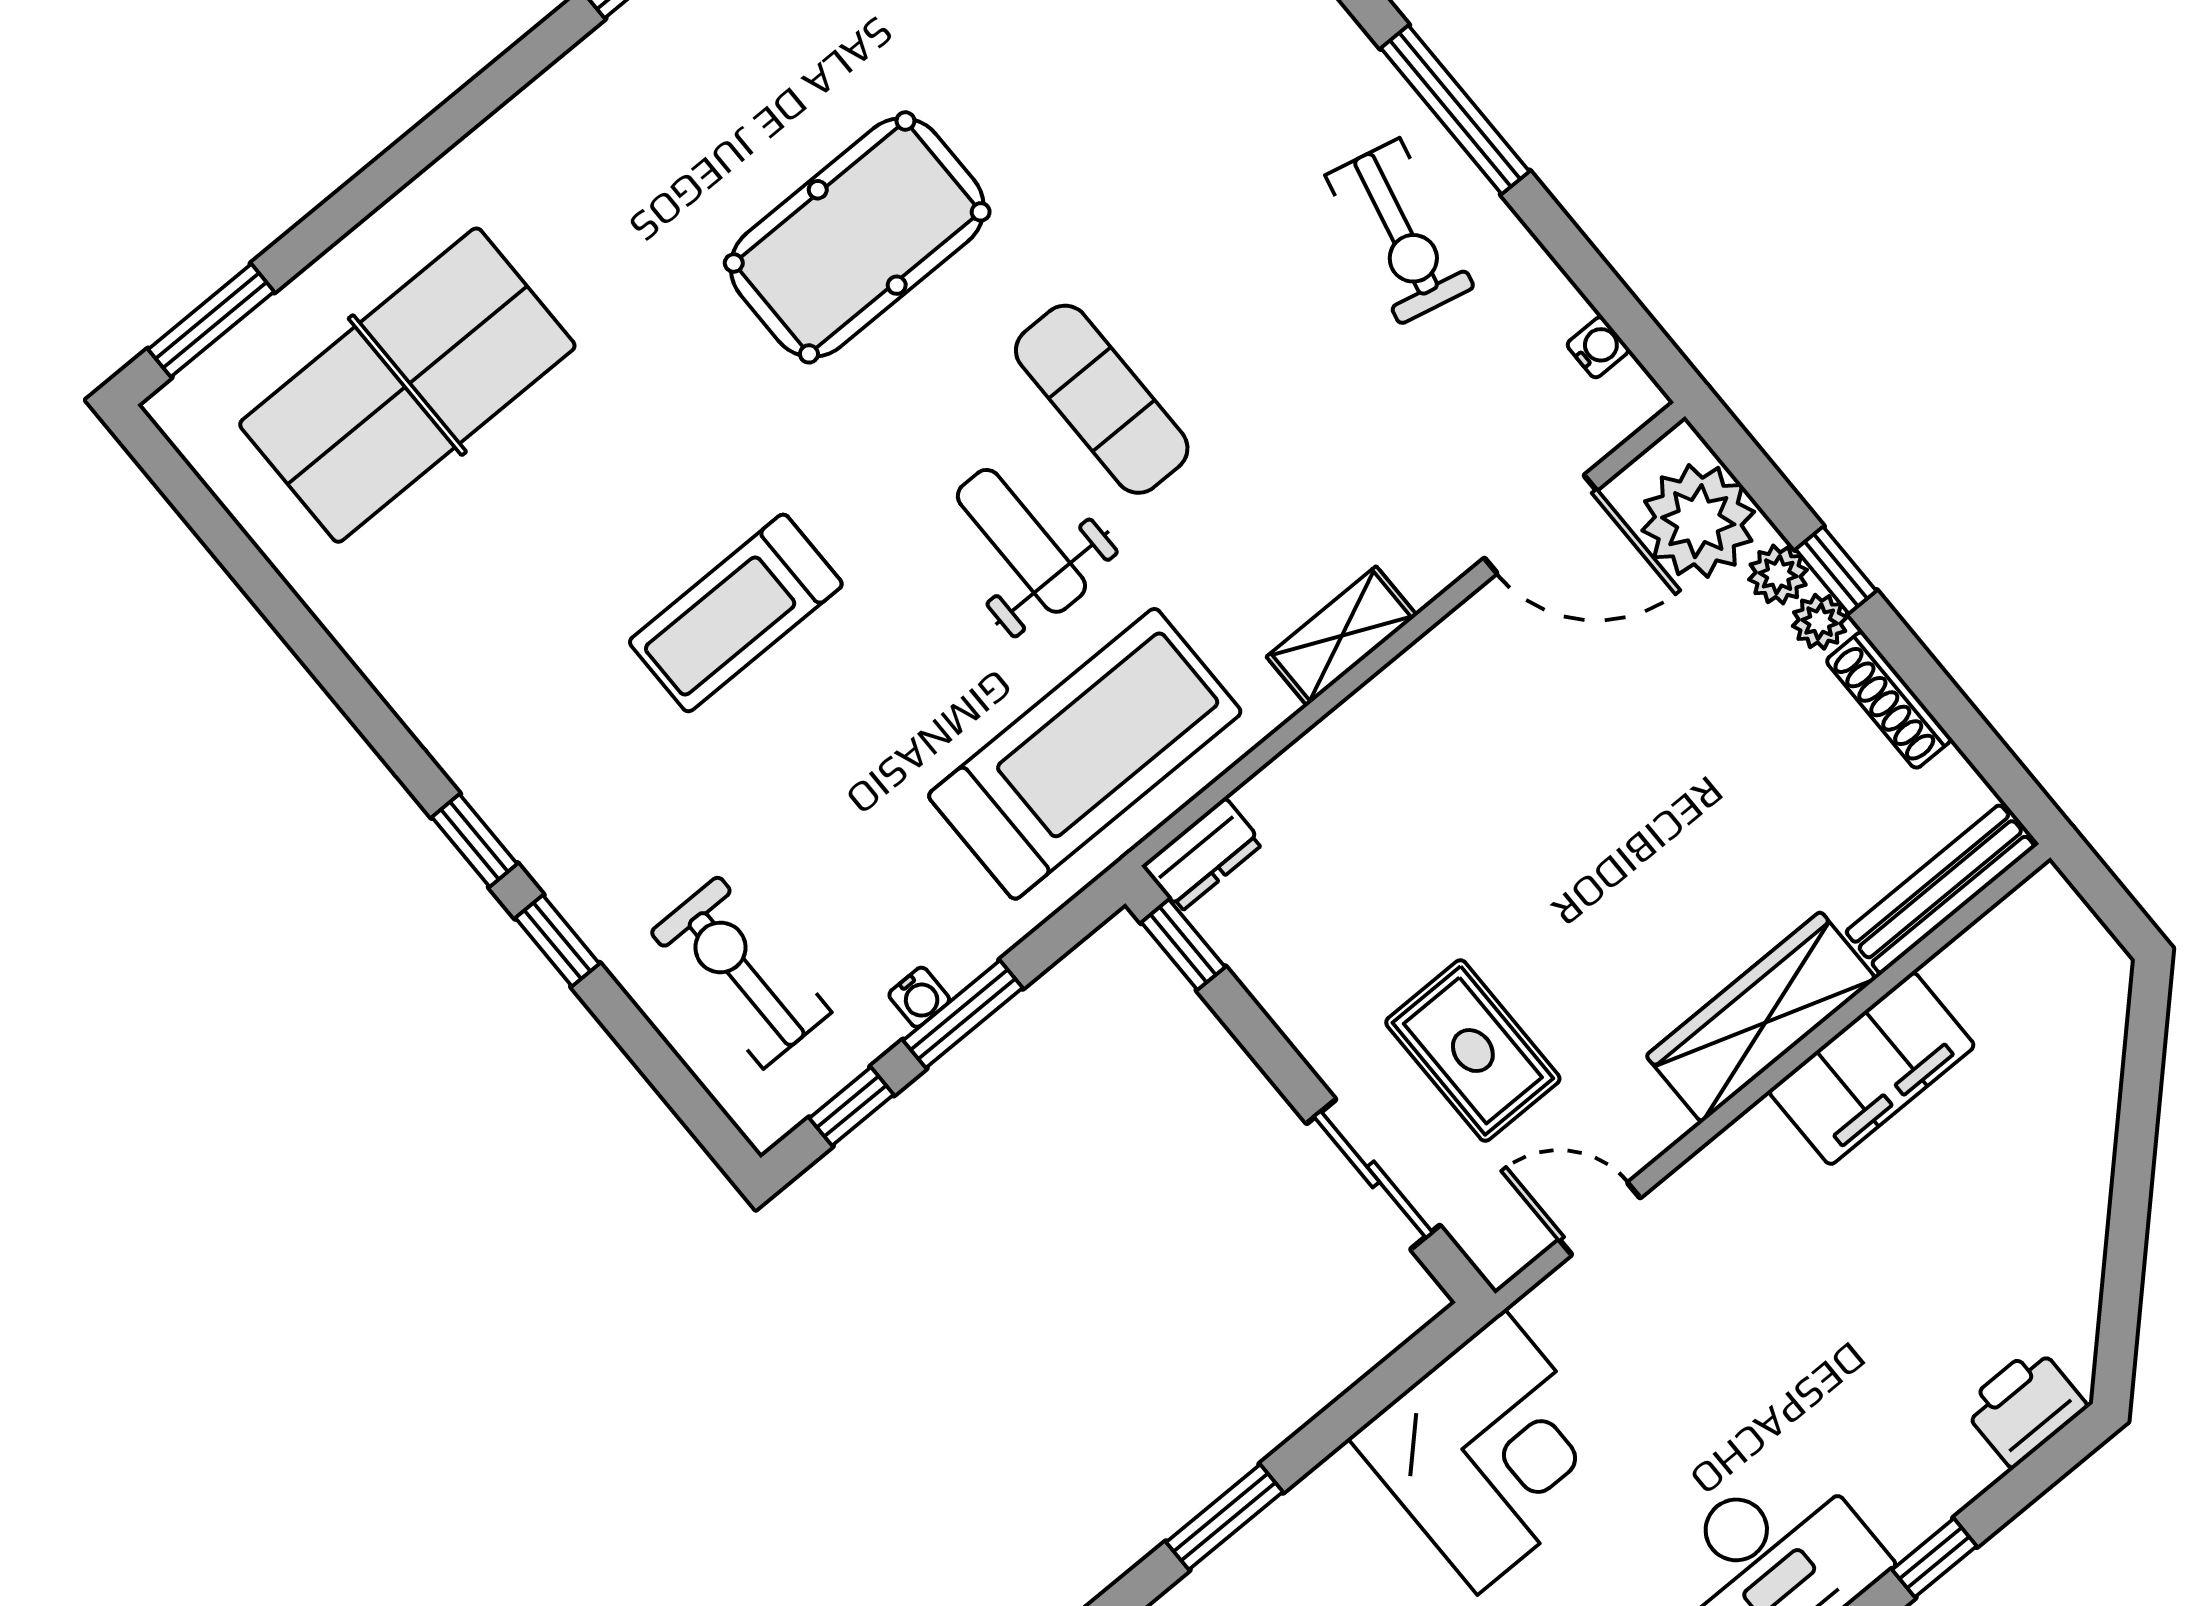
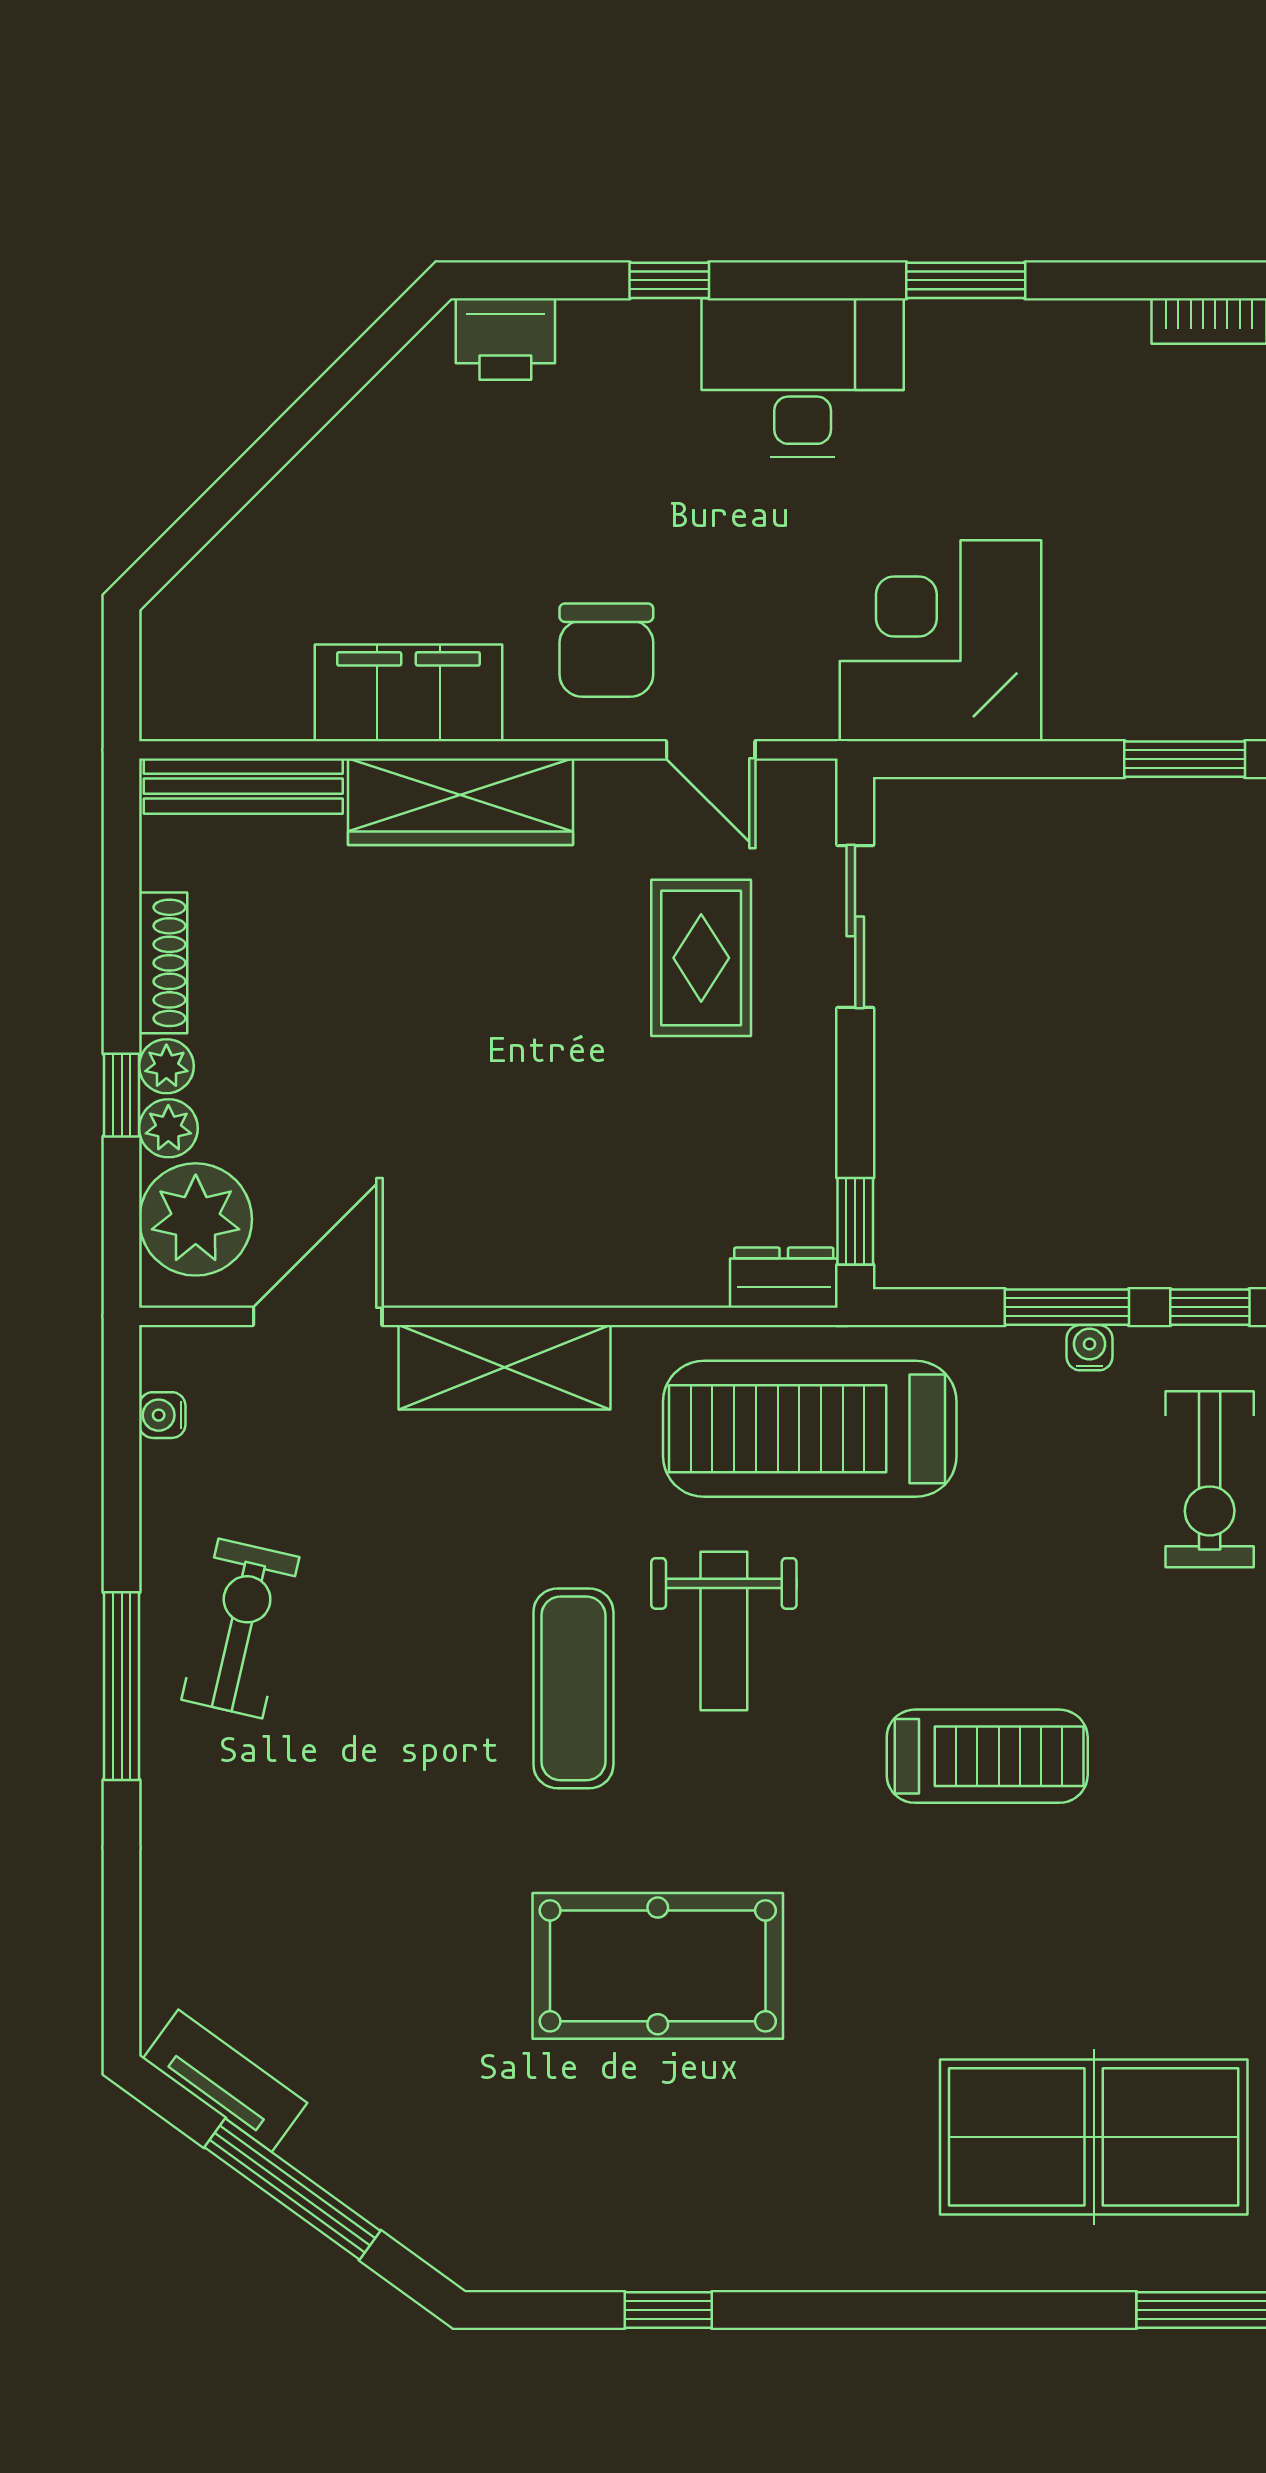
door: (1541, 524) -> (318, 1316), hinge flipped
shelving: (1342, 636) -> (505, 1367), width x1.50, depth x1.33
chair: (1745, 1229) -> (606, 650), added

